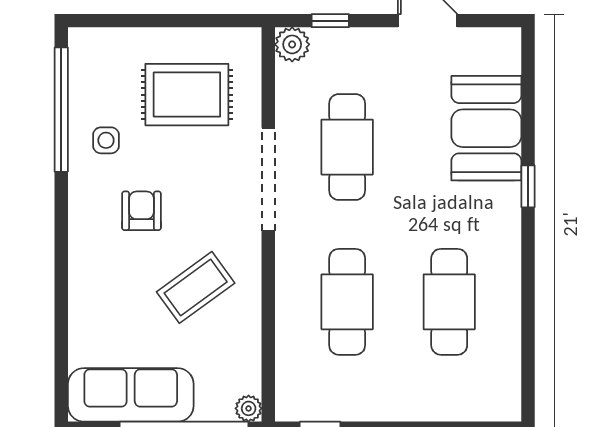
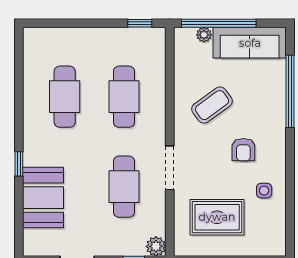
window: (61, 110) -> (290, 91), moved
doorway: (268, 179) -> (170, 168), width x0.73
plant: (249, 408) -> (204, 35), moved

